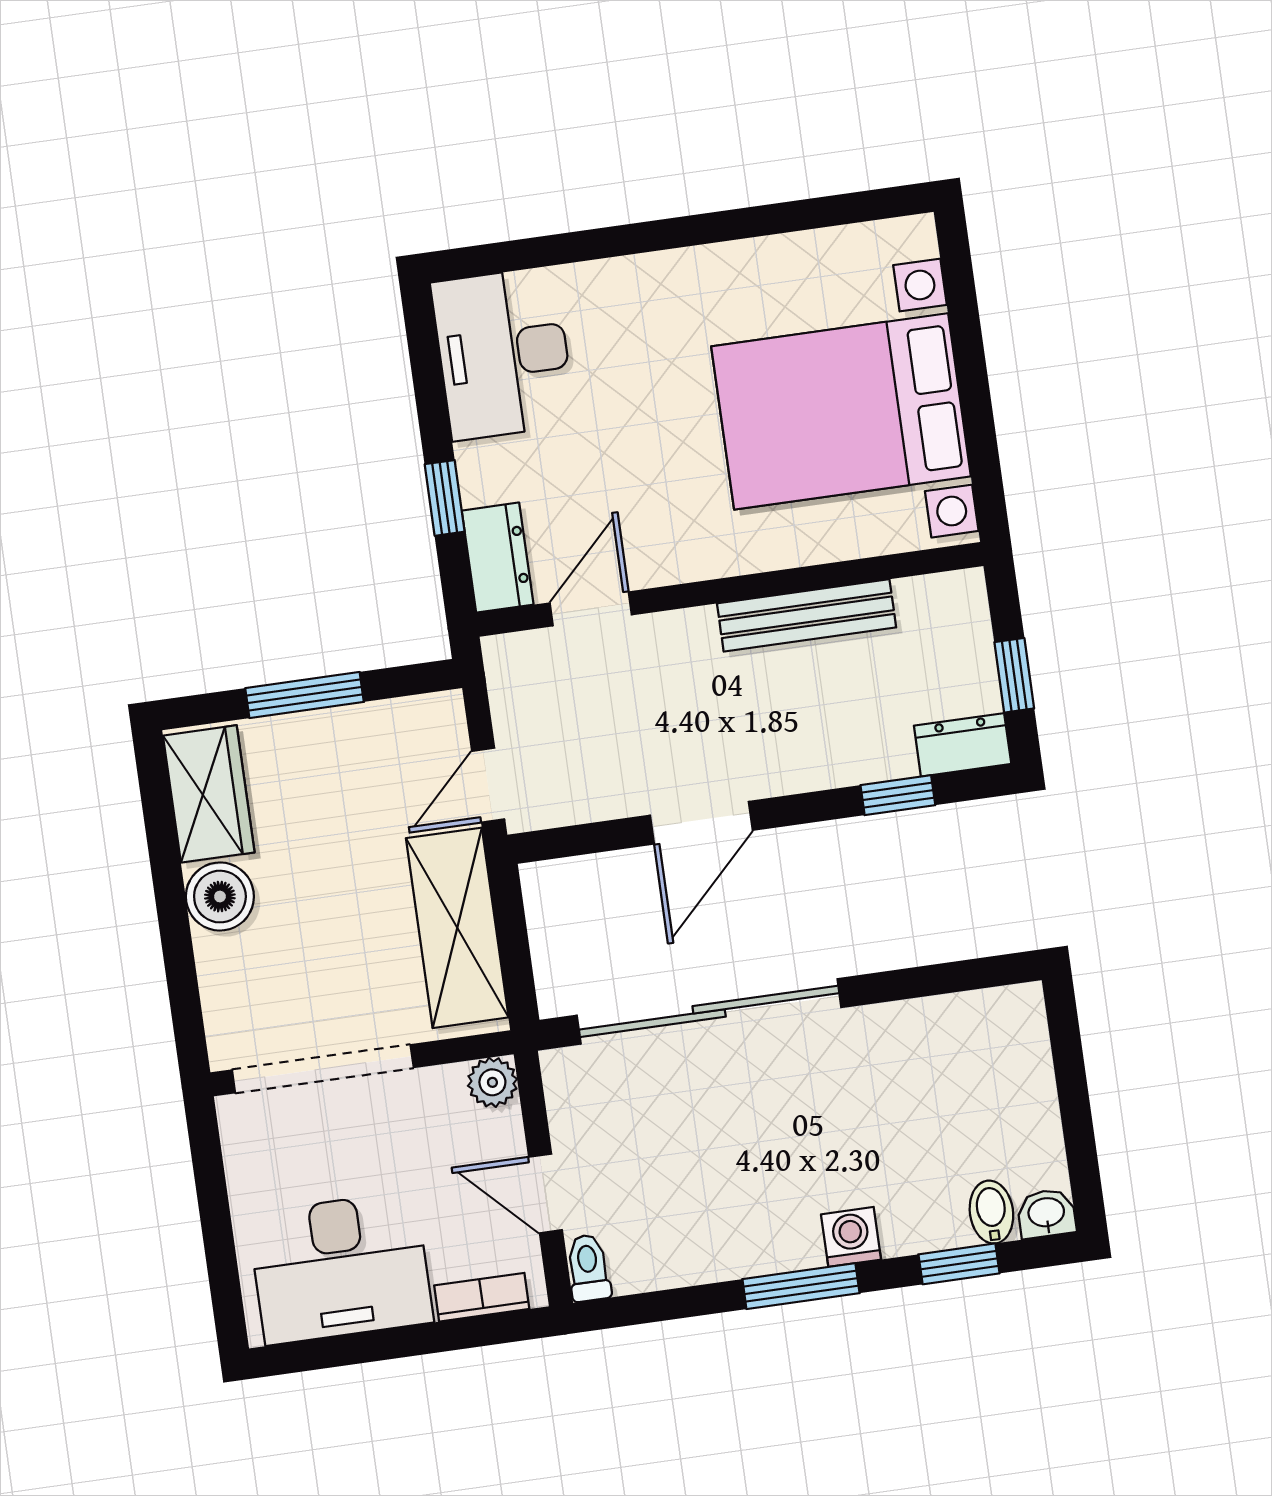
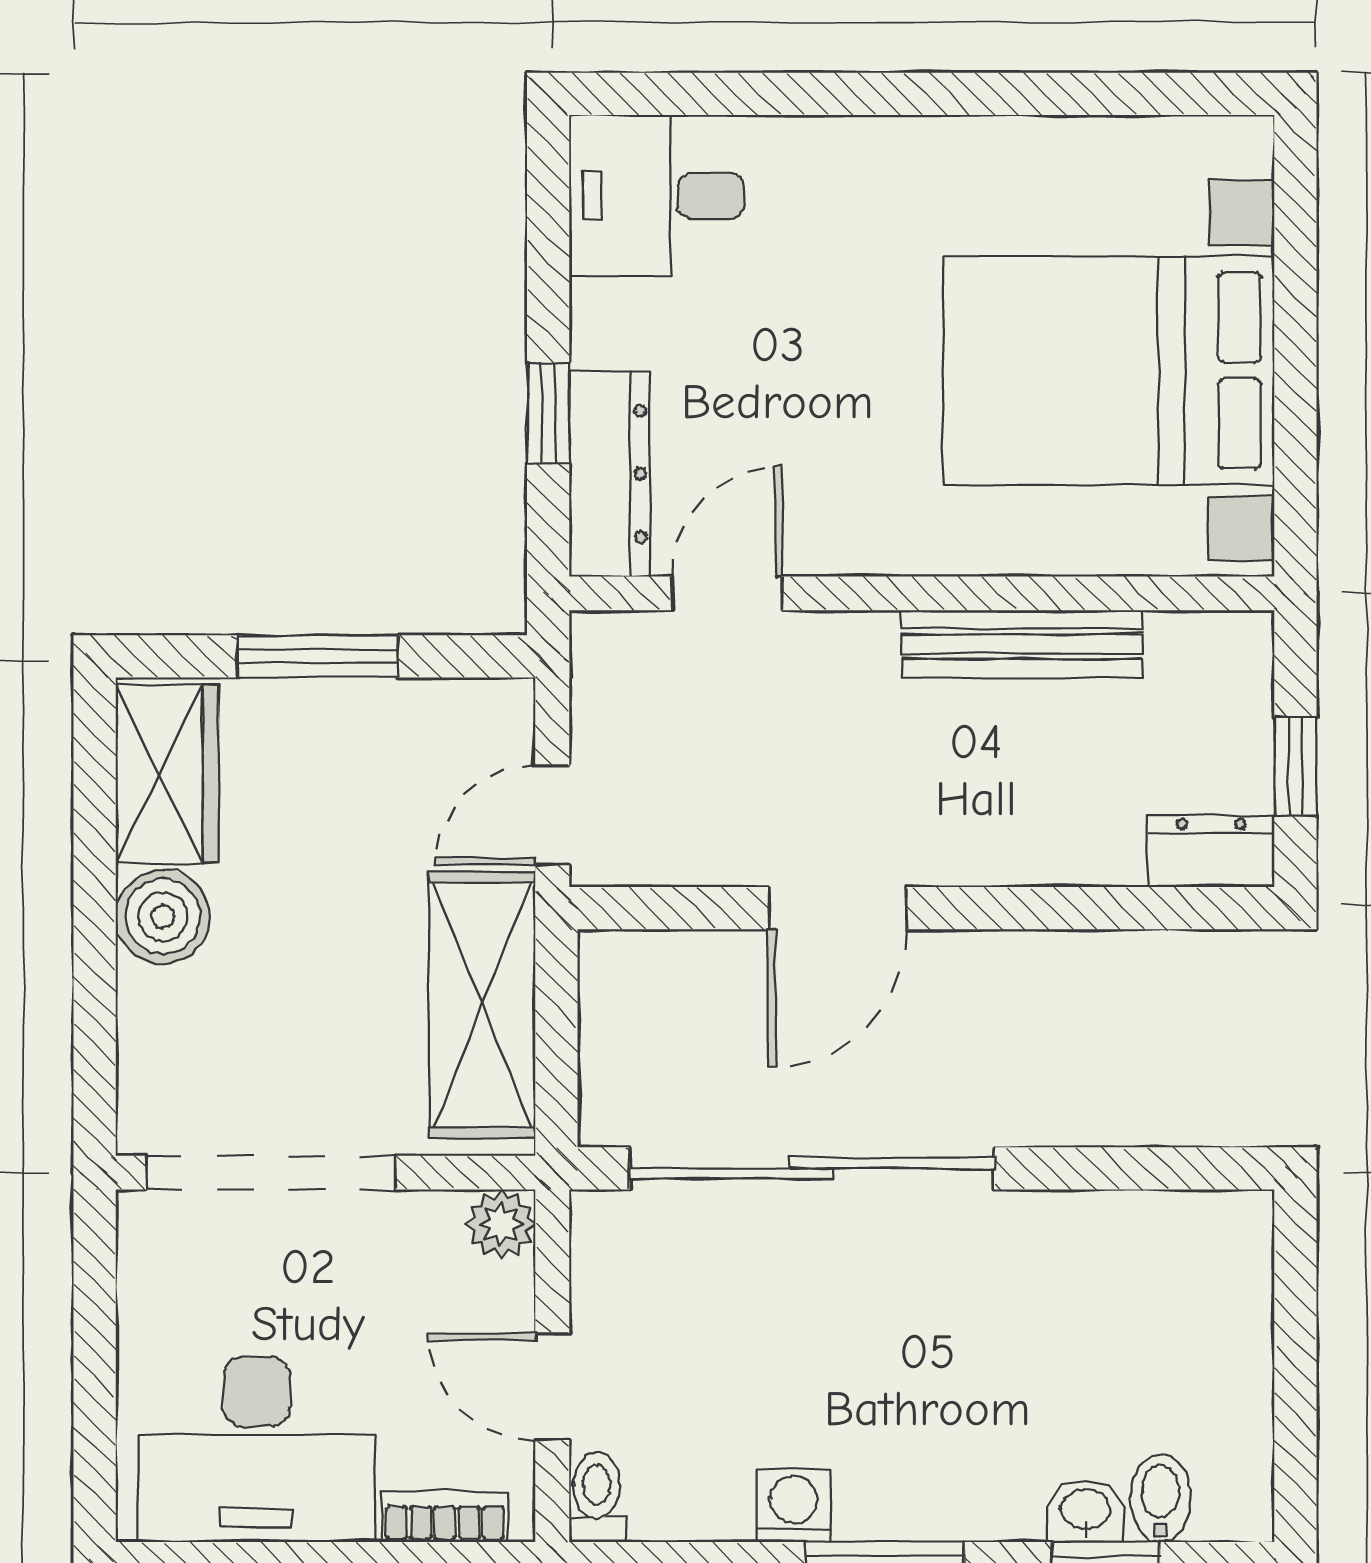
desk: (503, 353) -> (657, 196), width x0.73
dresser: (498, 558) -> (609, 474), width x1.44
window: (898, 795) -> (1112, 908), removed
washbasin: (1046, 1214) -> (1085, 1511), moved
washing machine: (851, 1237) -> (794, 1505), moved

